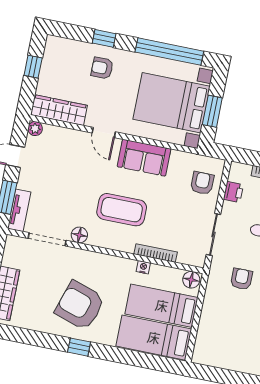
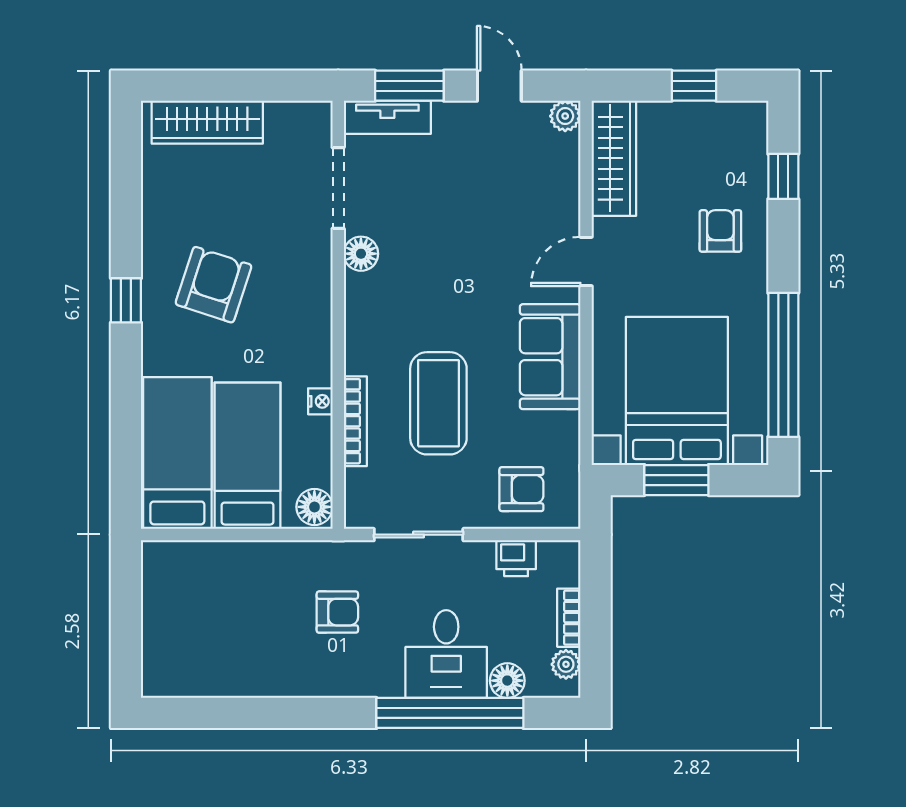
window: (104, 38) -> (783, 176), moved
coffee table: (122, 210) -> (438, 403), moved
armchair: (80, 305) -> (213, 285), width x0.73, depth x0.73

